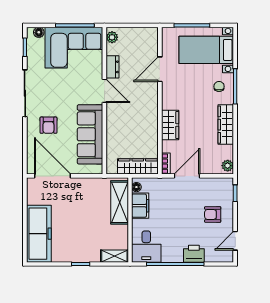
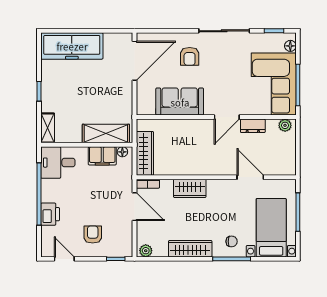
armchair: (48, 125) -> (190, 56), turned -90
sofa: (90, 134) -> (180, 102), width x0.73

